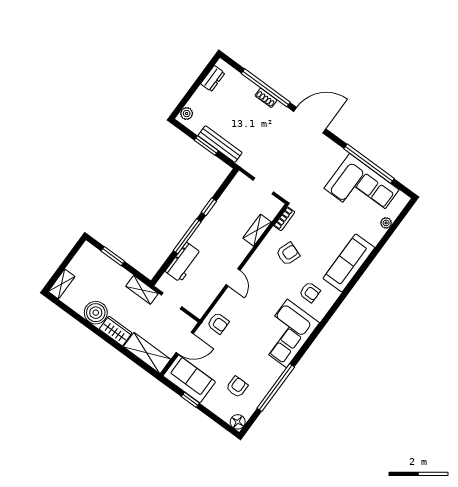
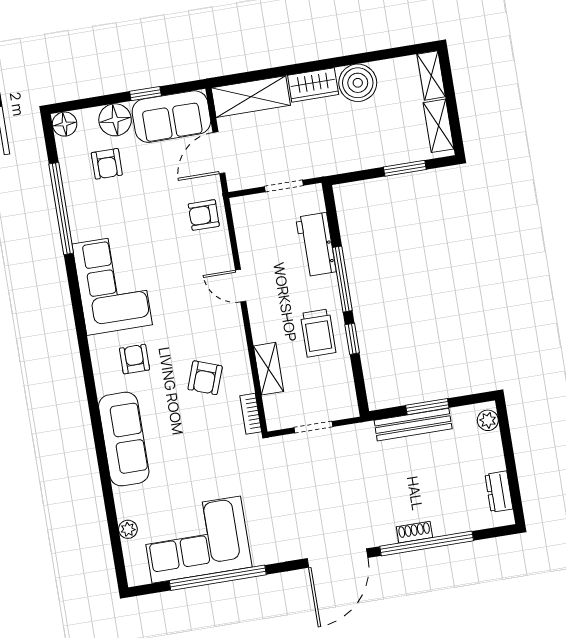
trolley: (221, 224) -> (318, 333), added
shelving: (142, 290) -> (439, 126), moved, turned 90
armchair: (310, 292) -> (134, 359), turned 90
floor lamp: (215, 402) -> (115, 120), added

